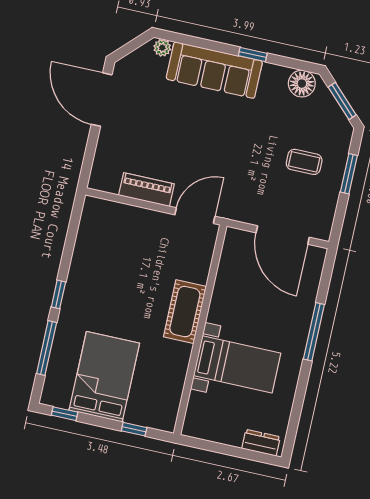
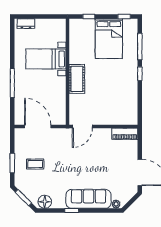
piano: (146, 190) -> (125, 134), moved

